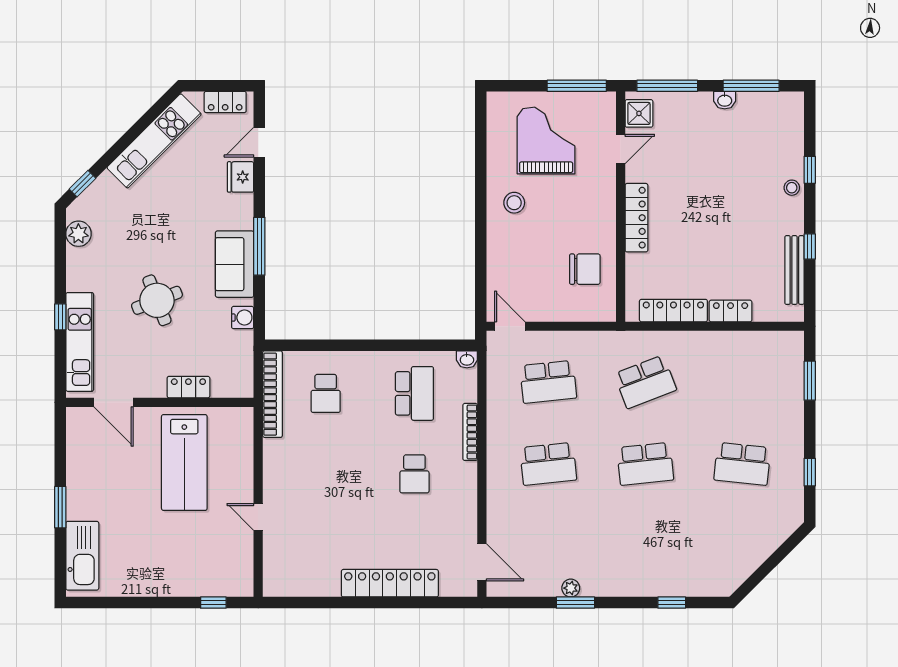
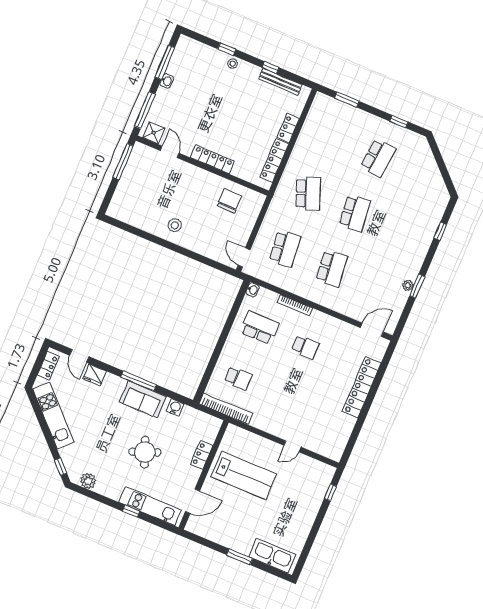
grand piano: (546, 141) -> (147, 192), removed
door: (510, 326) -> (244, 257), hinge flipped

